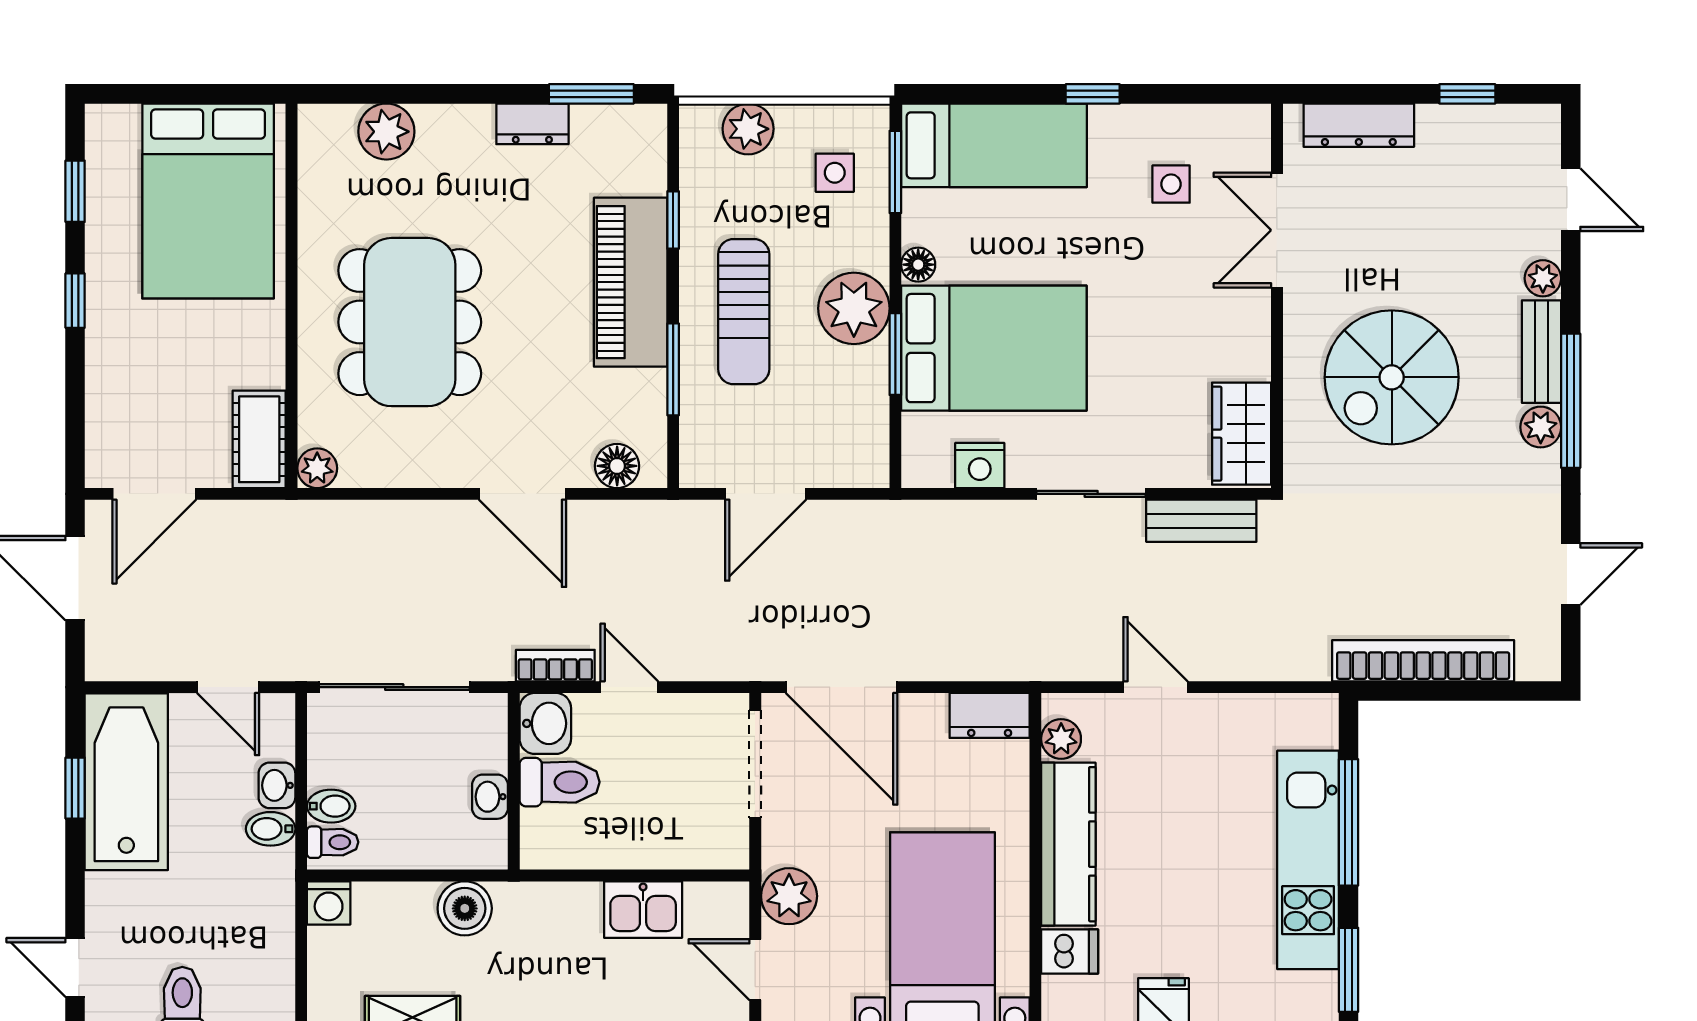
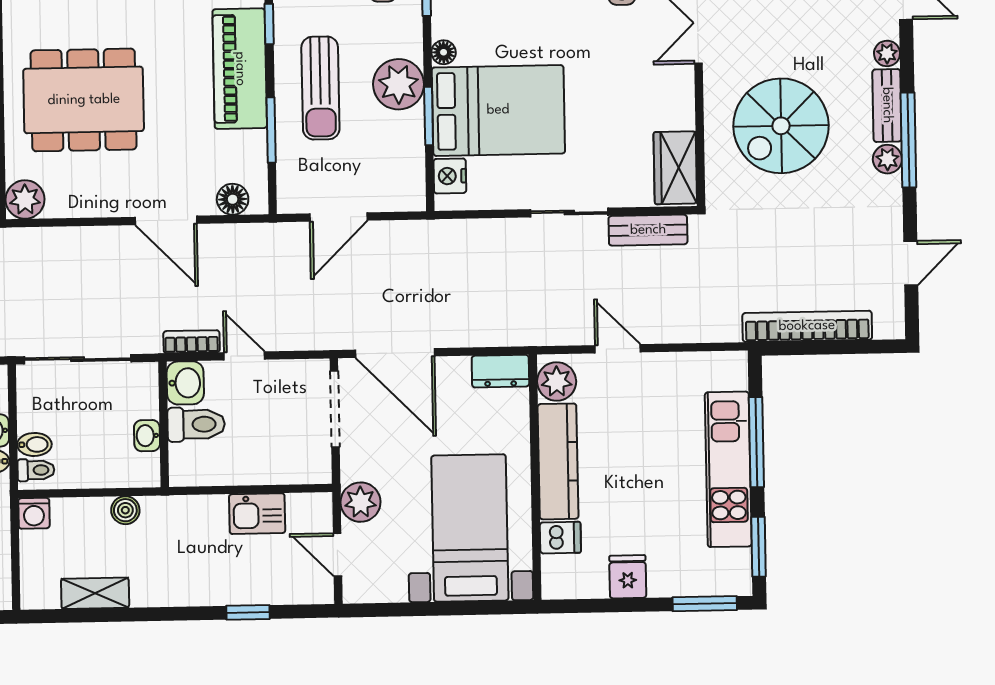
dining table: (410, 322) -> (84, 100), turned 90
nightstand: (980, 465) -> (450, 176), moved, turned 90
plant: (317, 468) -> (25, 200), width x1.38, depth x1.38
plant: (1061, 739) -> (557, 381), width x1.38, depth x1.38
boiler: (465, 908) -> (125, 510), width x0.73, depth x0.73

